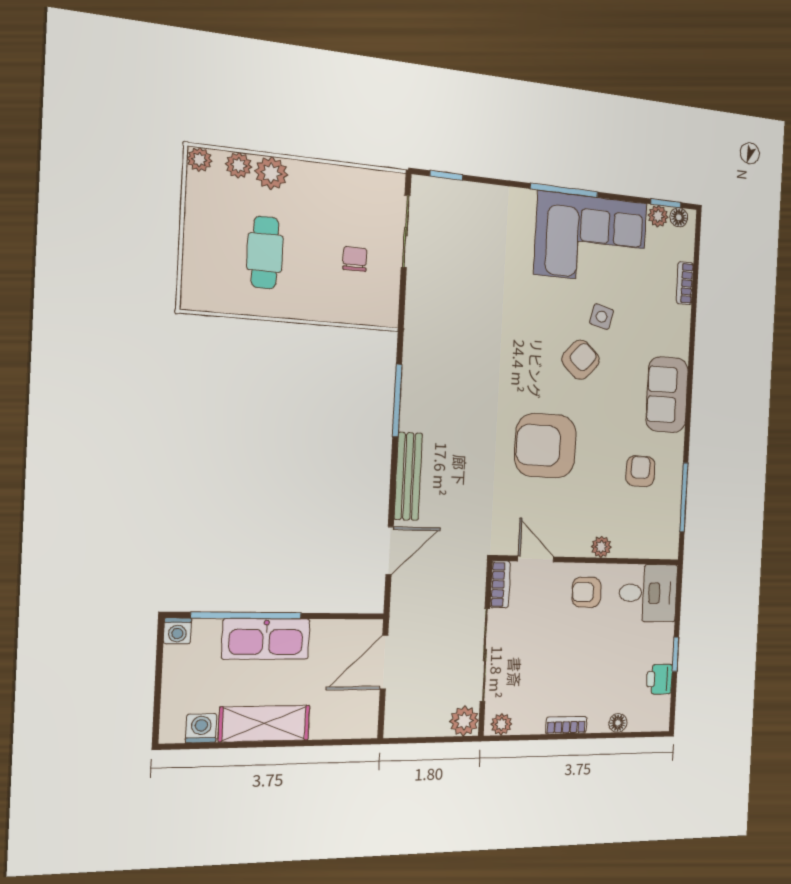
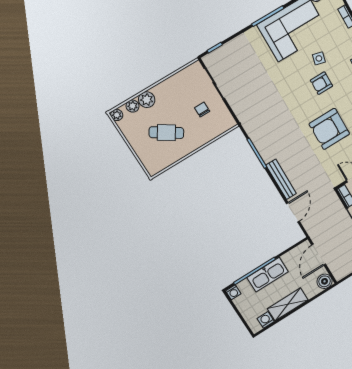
cafe table: (265, 253) -> (166, 133), turned -57
armchair: (581, 360) -> (321, 83), turned -133
boiler: (362, 722) -> (325, 281), added

